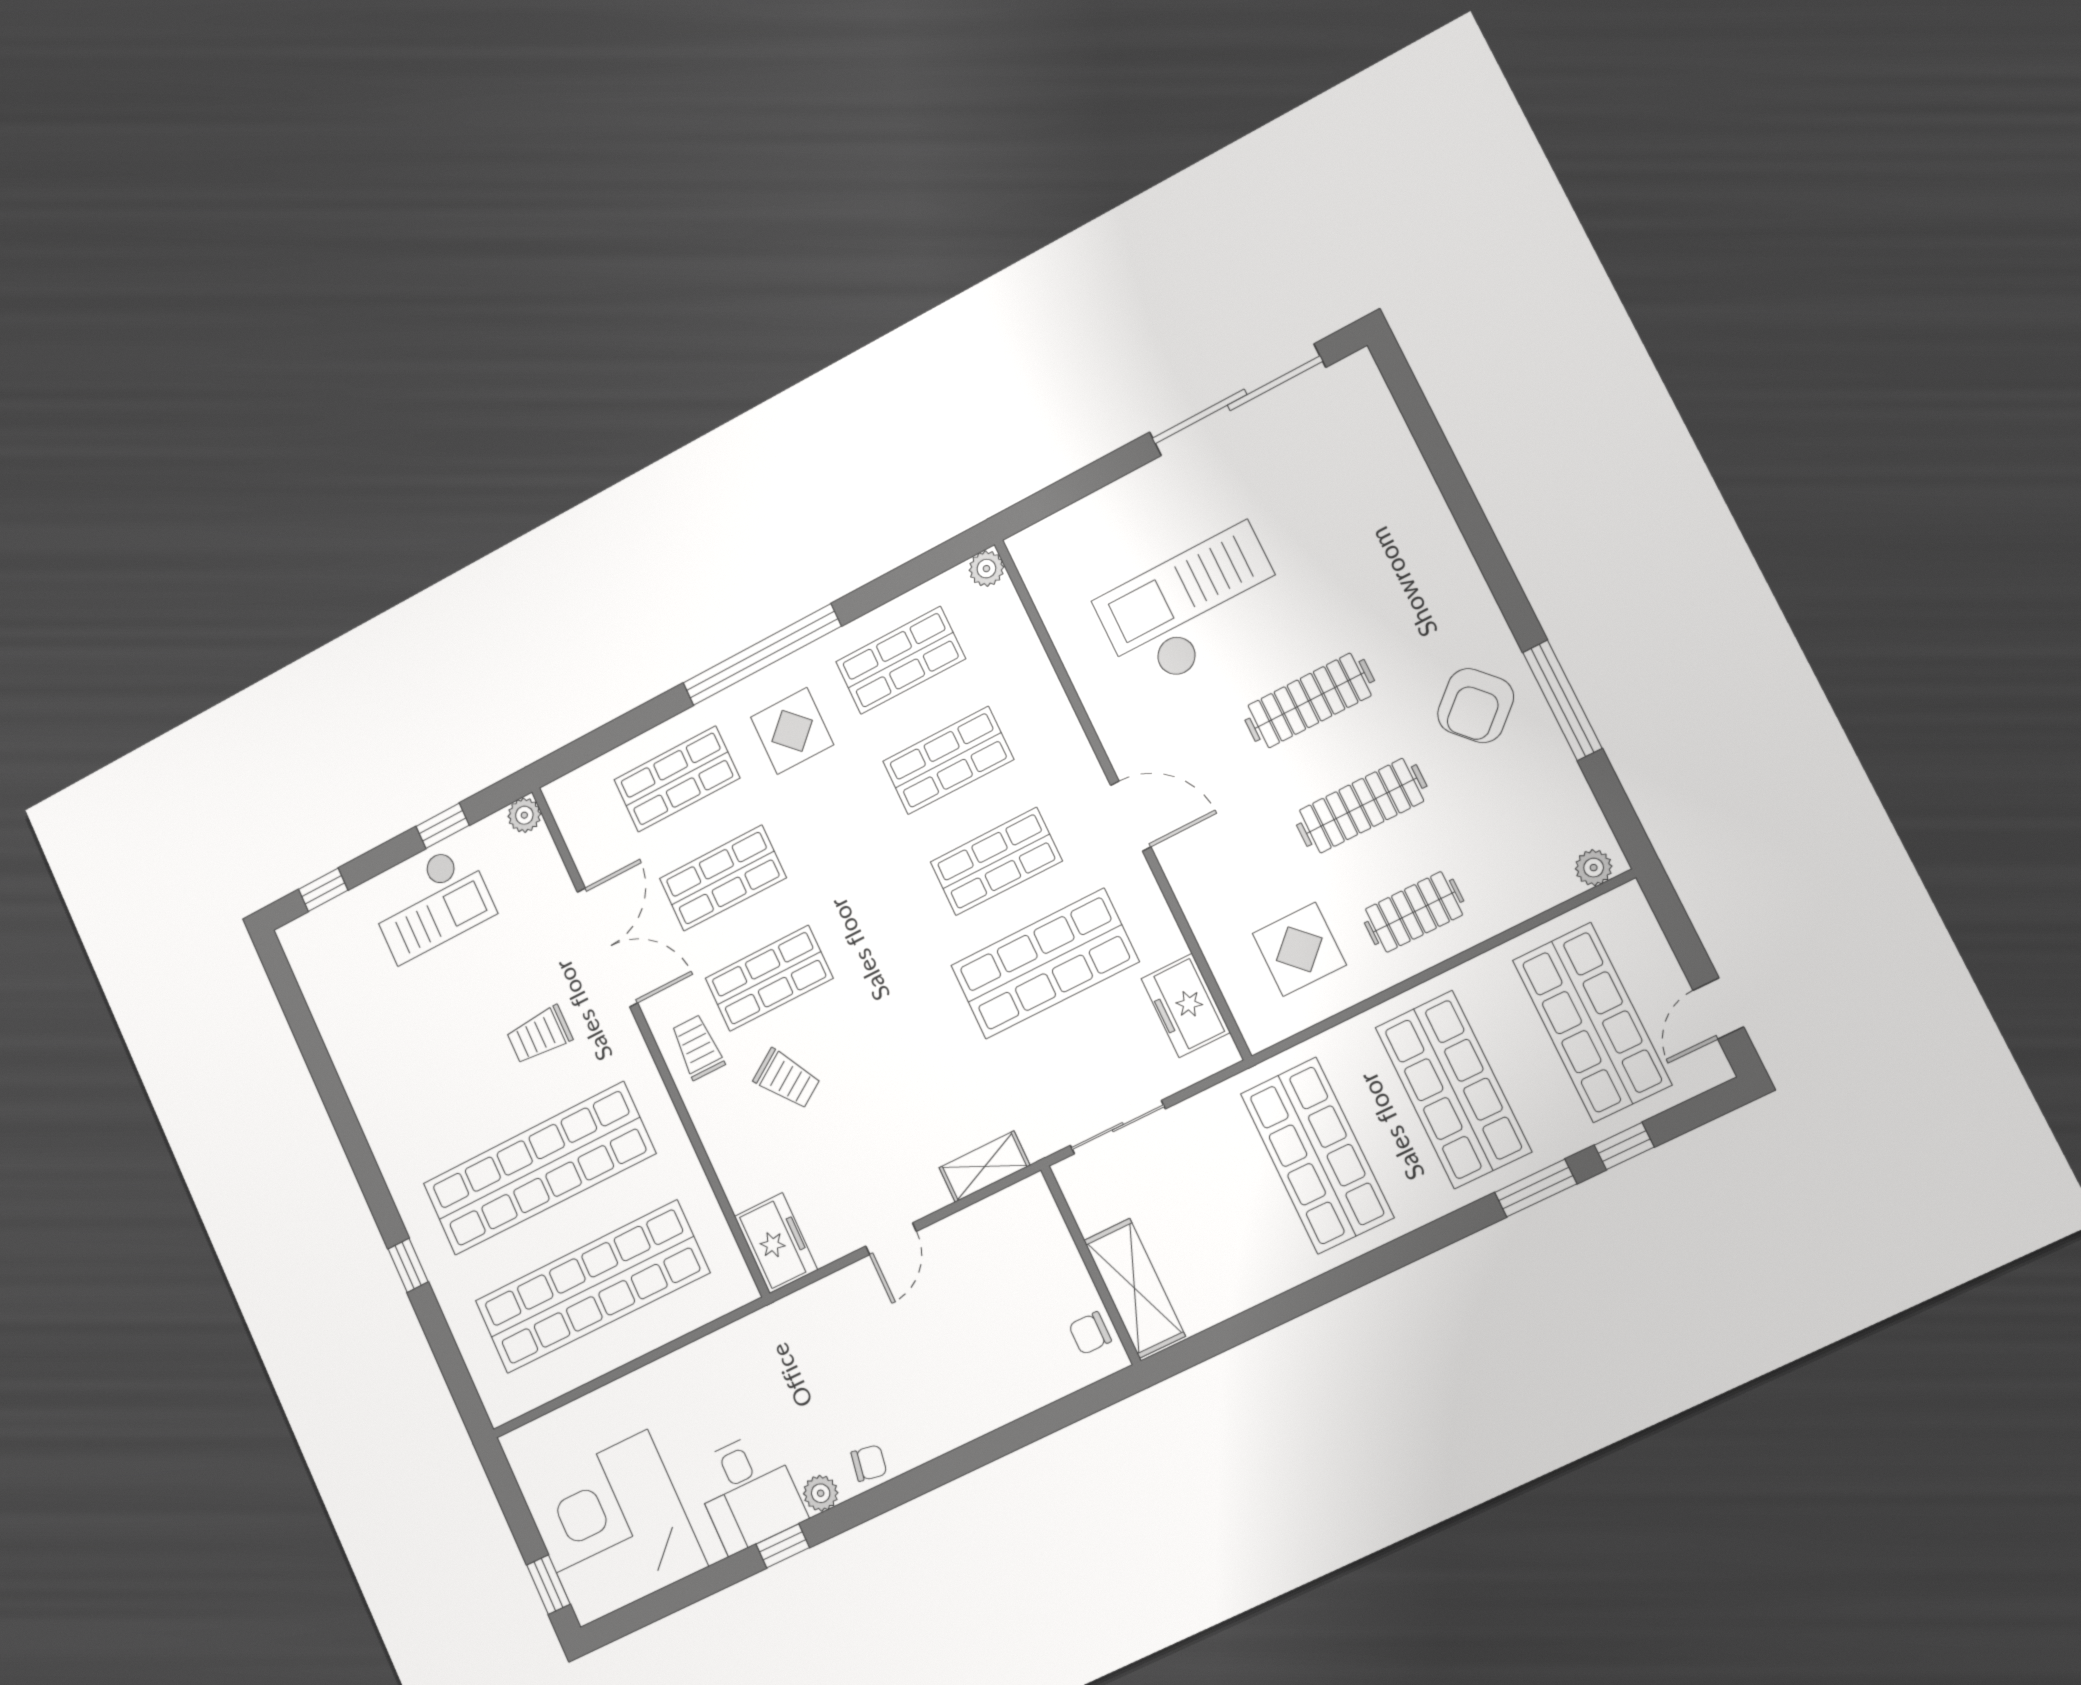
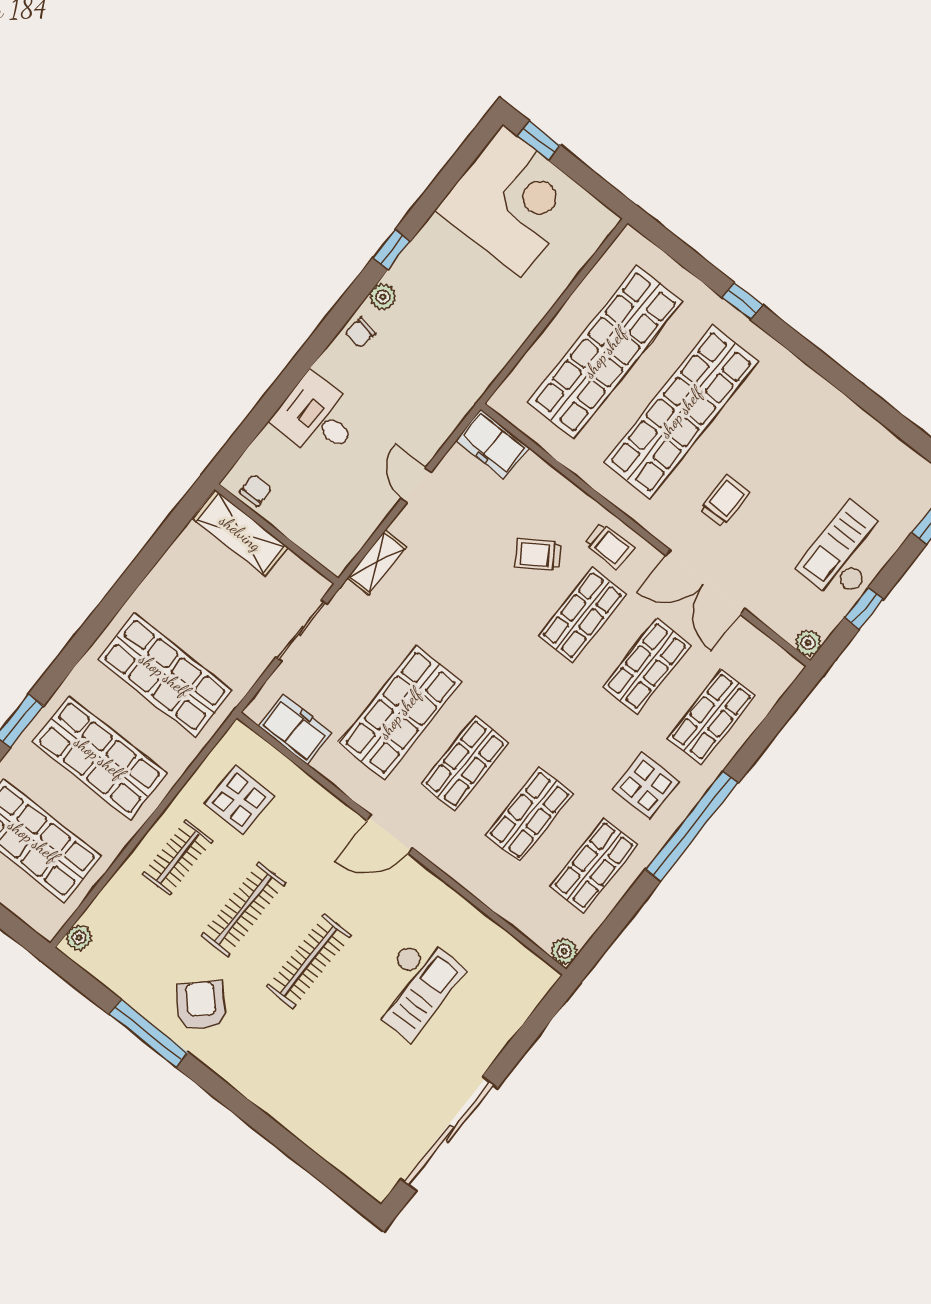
checkout: (1193, 608) -> (414, 986), width x0.73, depth x0.83
desk: (748, 1492) -> (317, 418), moved

